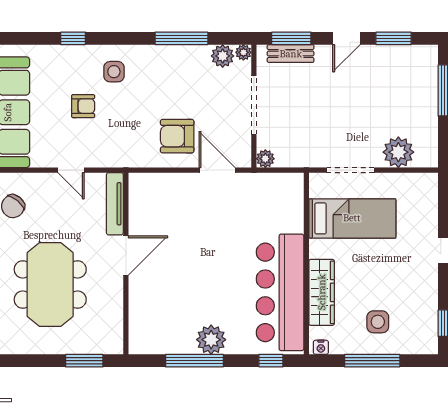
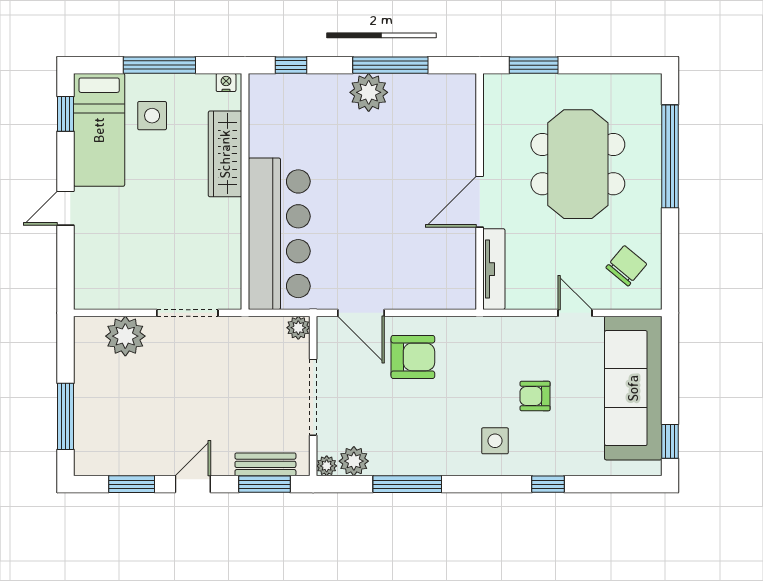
door: (71, 170) -> (575, 313), moved
bed: (352, 218) -> (99, 130), moved, turned -90
bar counter: (280, 292) -> (279, 234), moved

